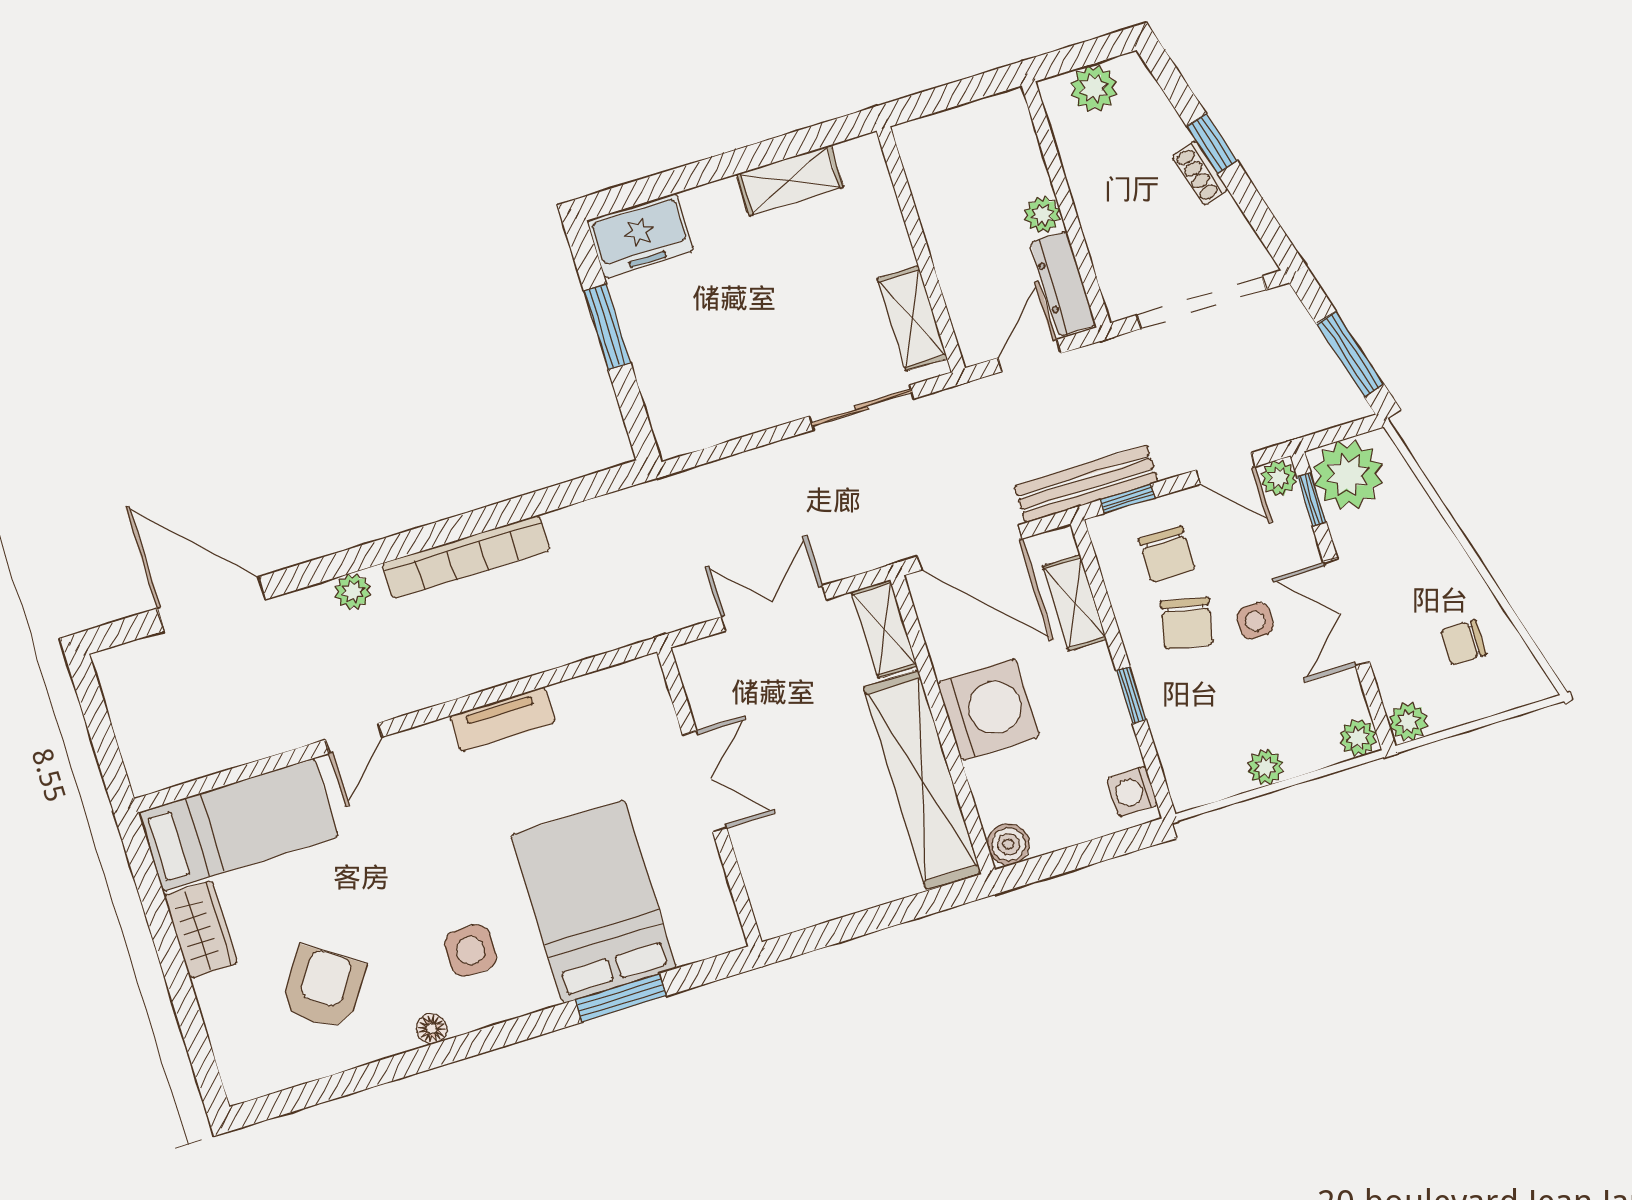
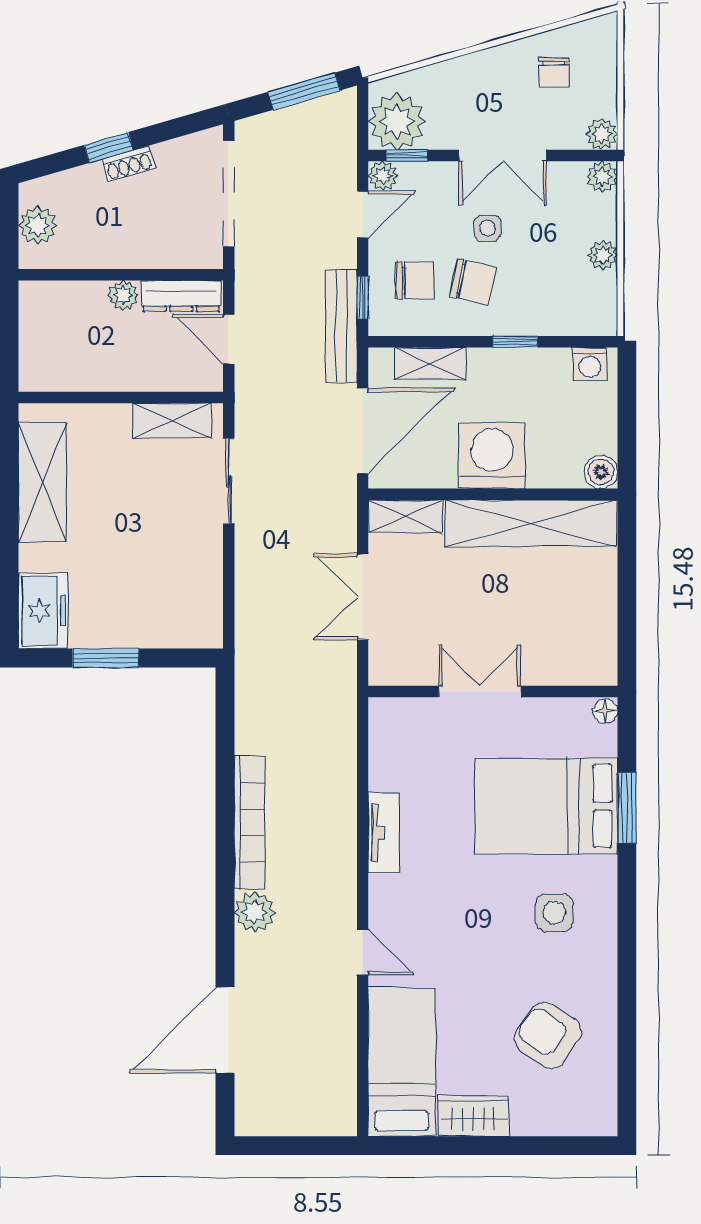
shelving: (790, 180) -> (42, 482), width x1.50, depth x1.33
plant: (353, 592) -> (255, 912), width x1.38, depth x1.38
floor lamp: (432, 1029) -> (605, 711), moved

